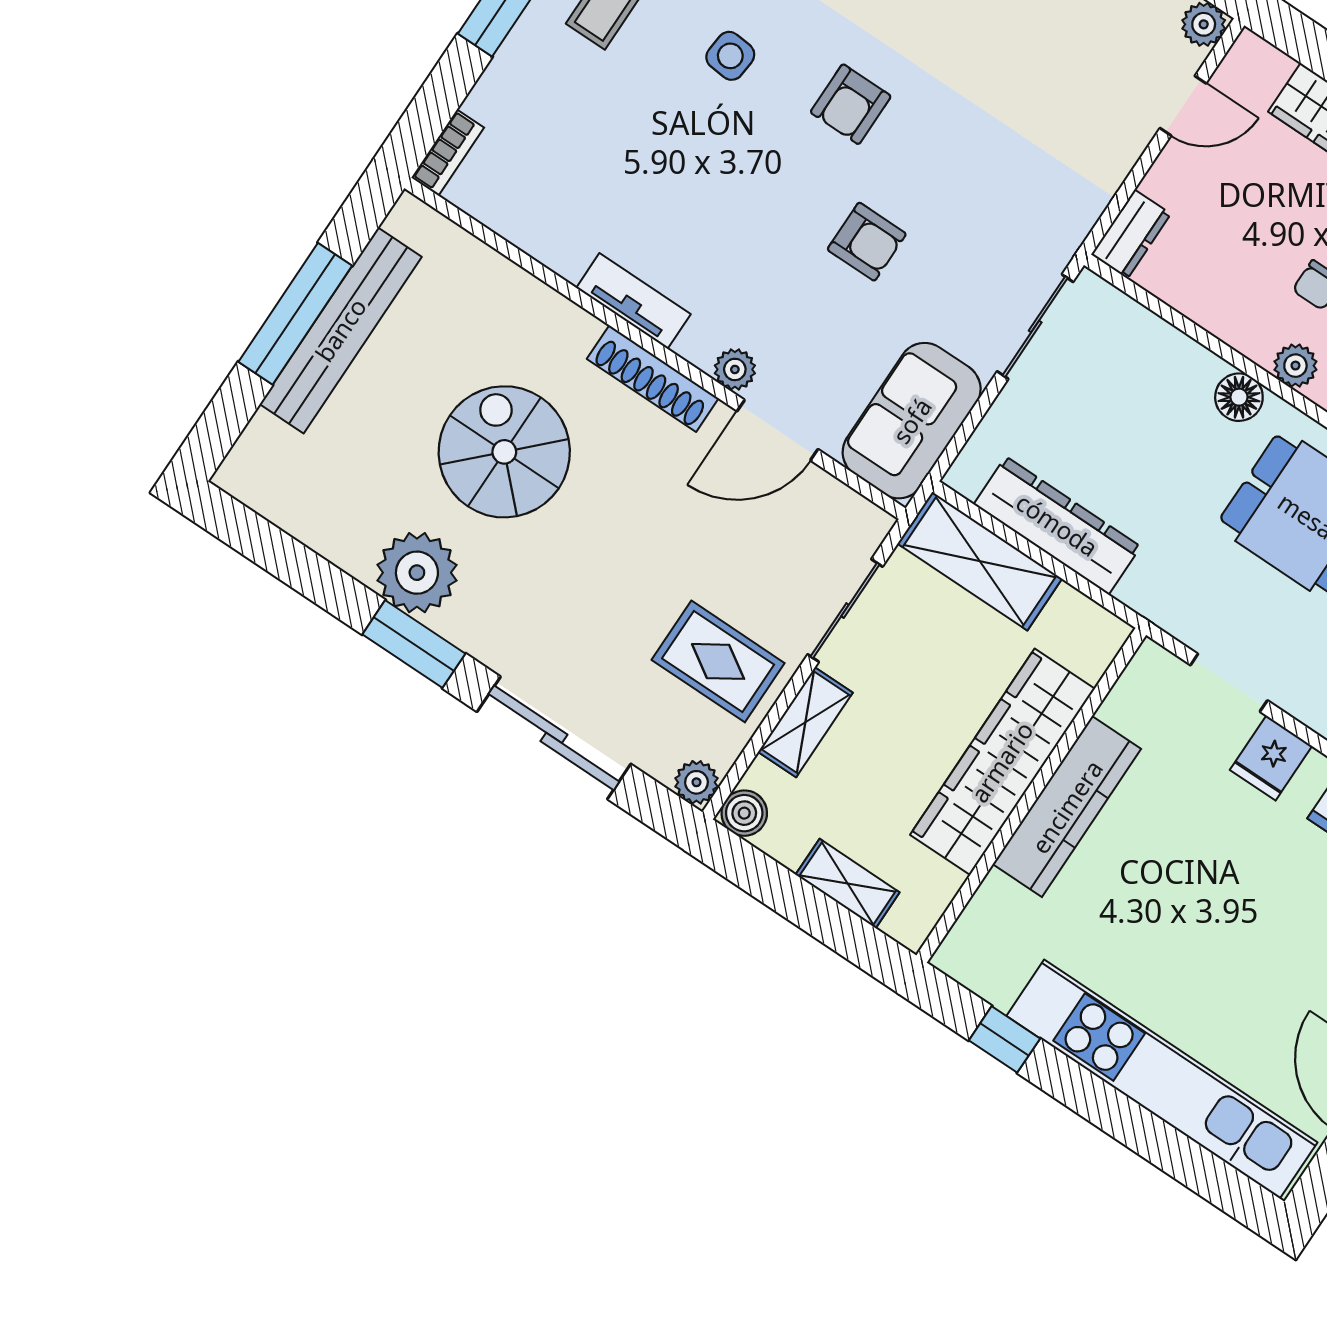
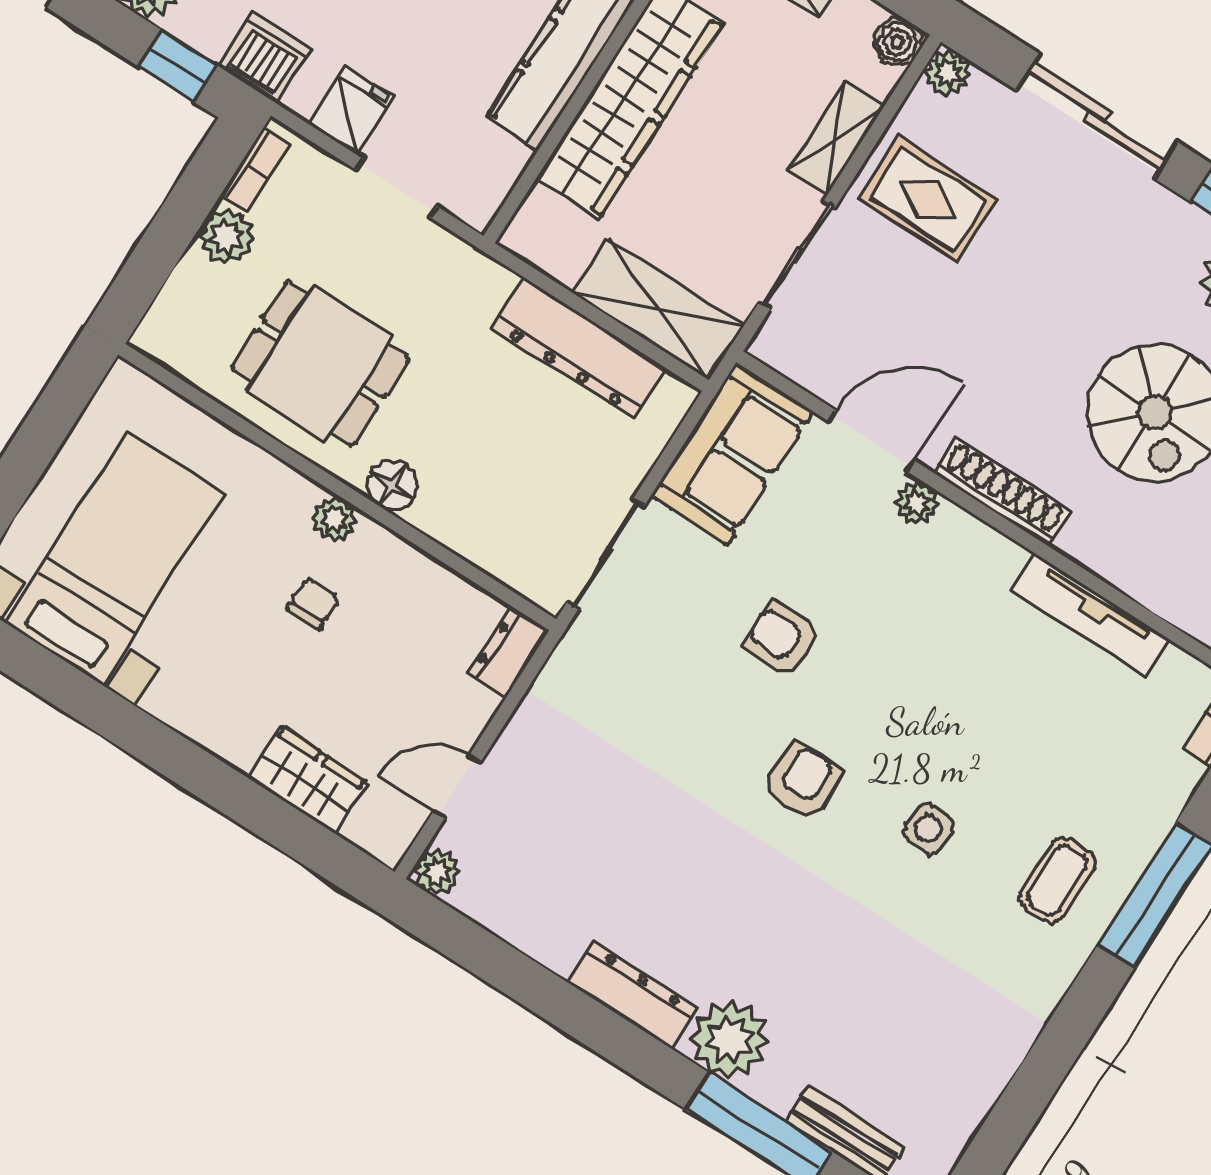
tv unit: (633, 301) -> (1091, 615), moved, width x1.41

